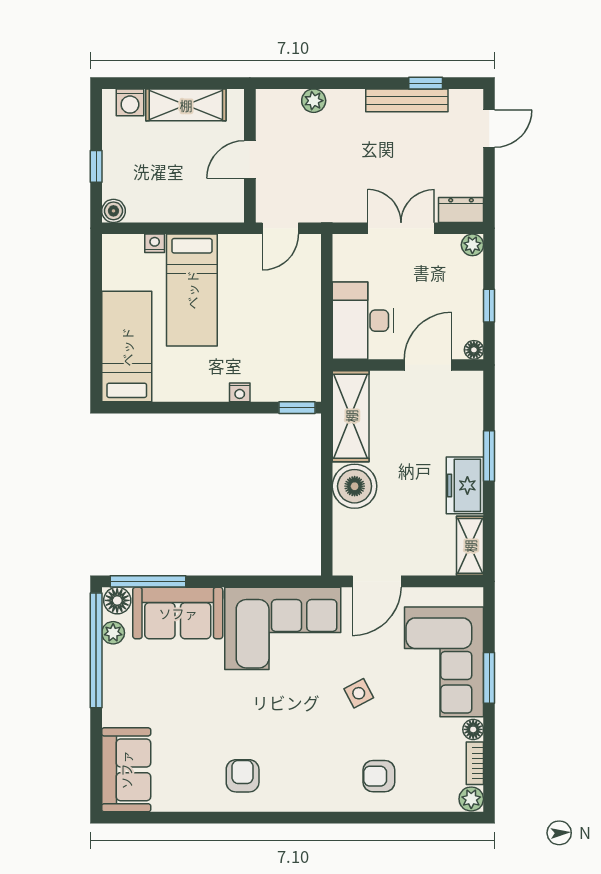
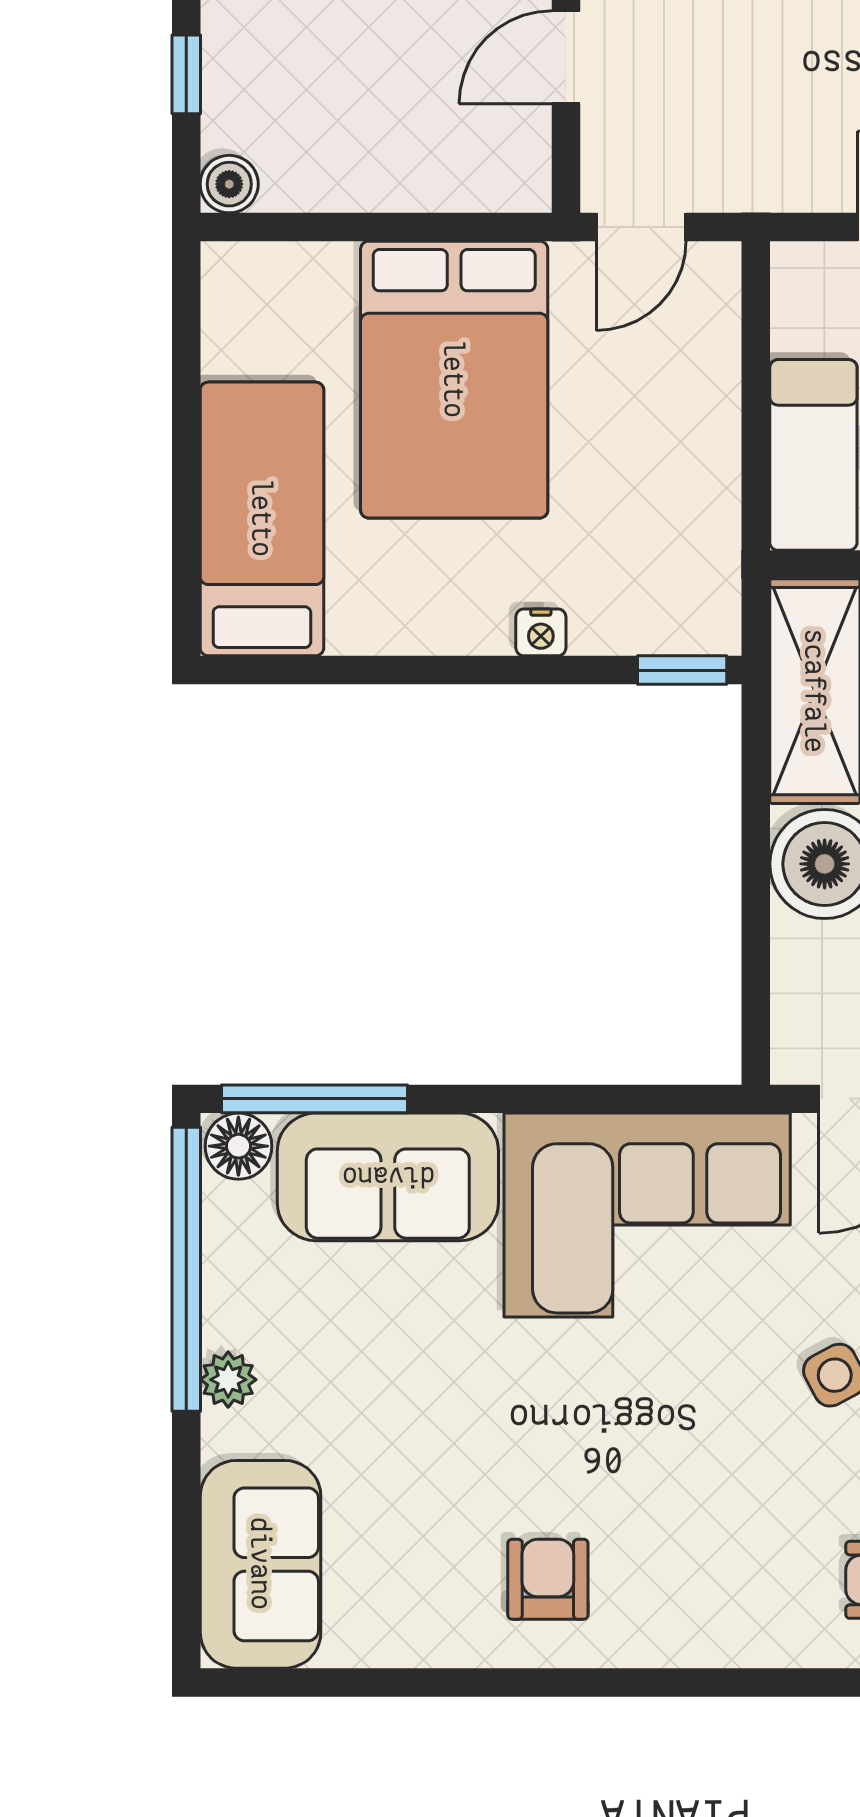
nightstand: (155, 243) -> (331, 264), removed
bed: (192, 290) -> (454, 380), width x1.50
plant: (113, 633) -> (228, 1380), moved

